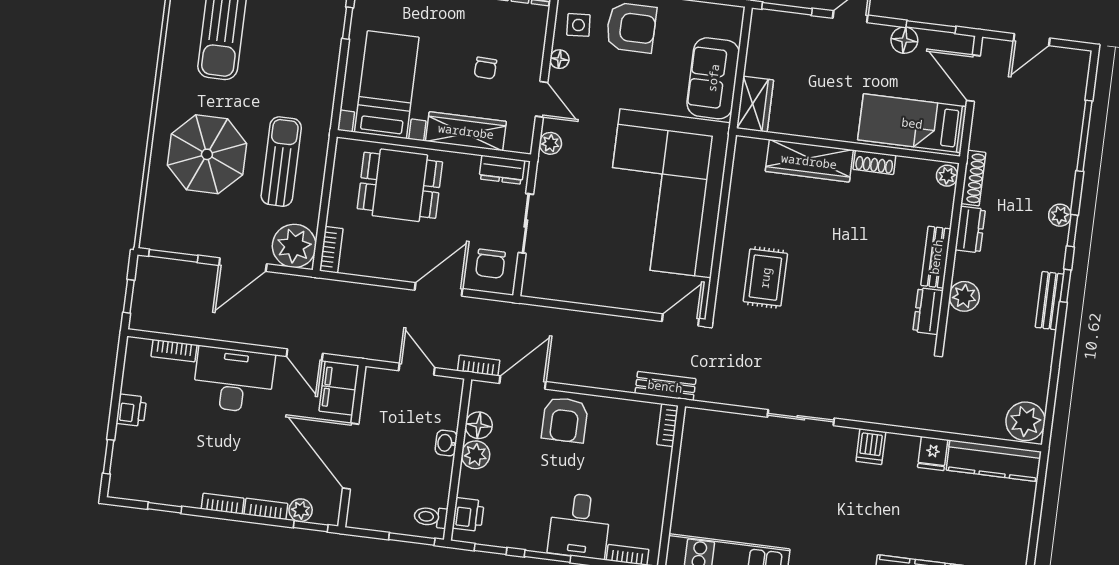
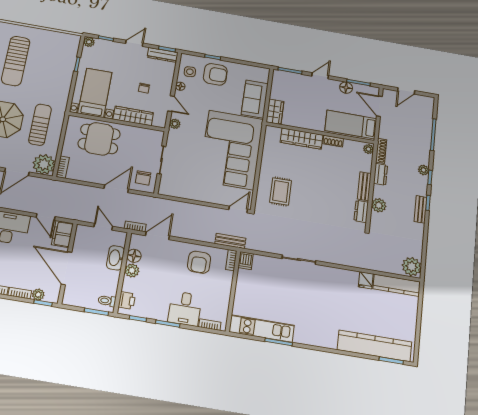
dresser: (502, 170) -> (150, 135), removed
armchair: (565, 420) -> (199, 262), moved
washbasin: (446, 443) -> (115, 258), width x1.91, depth x1.45
dishwasher: (871, 447) -> (246, 261), moved

